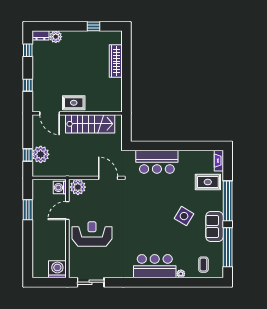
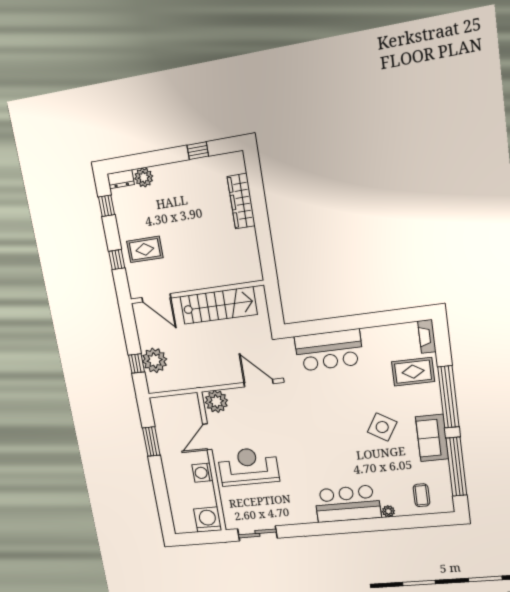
rug: (74, 103) -> (145, 249), moved
washing machine: (60, 188) -> (203, 473), moved

